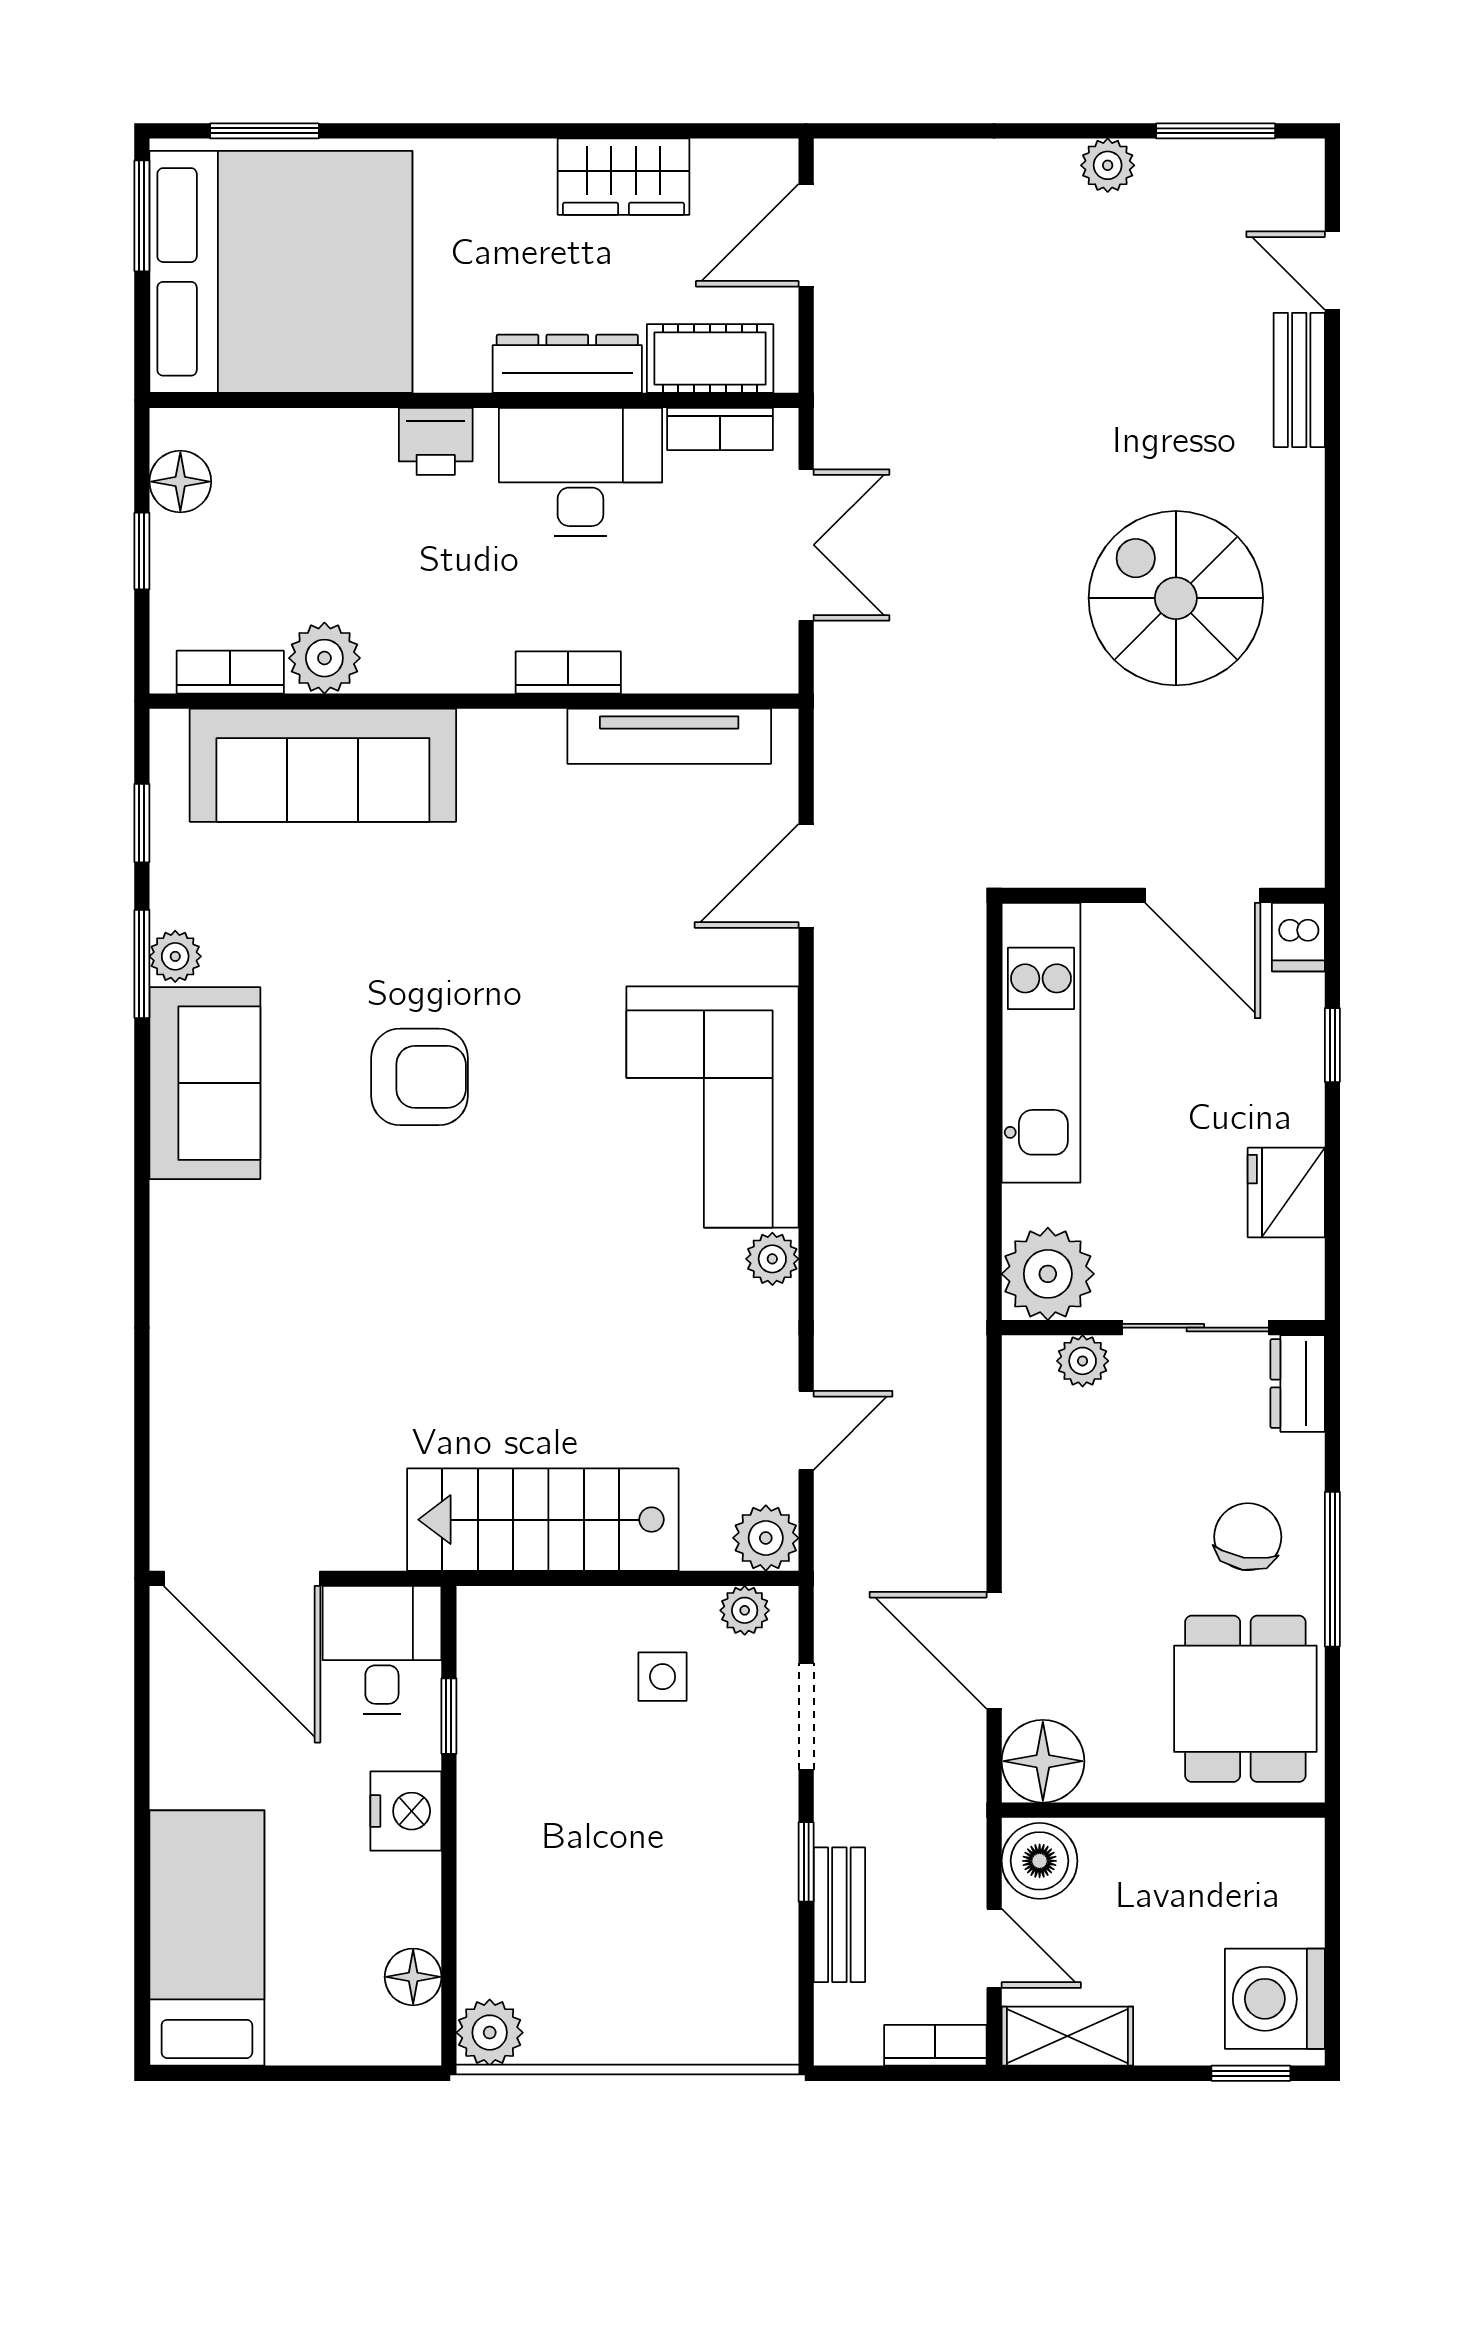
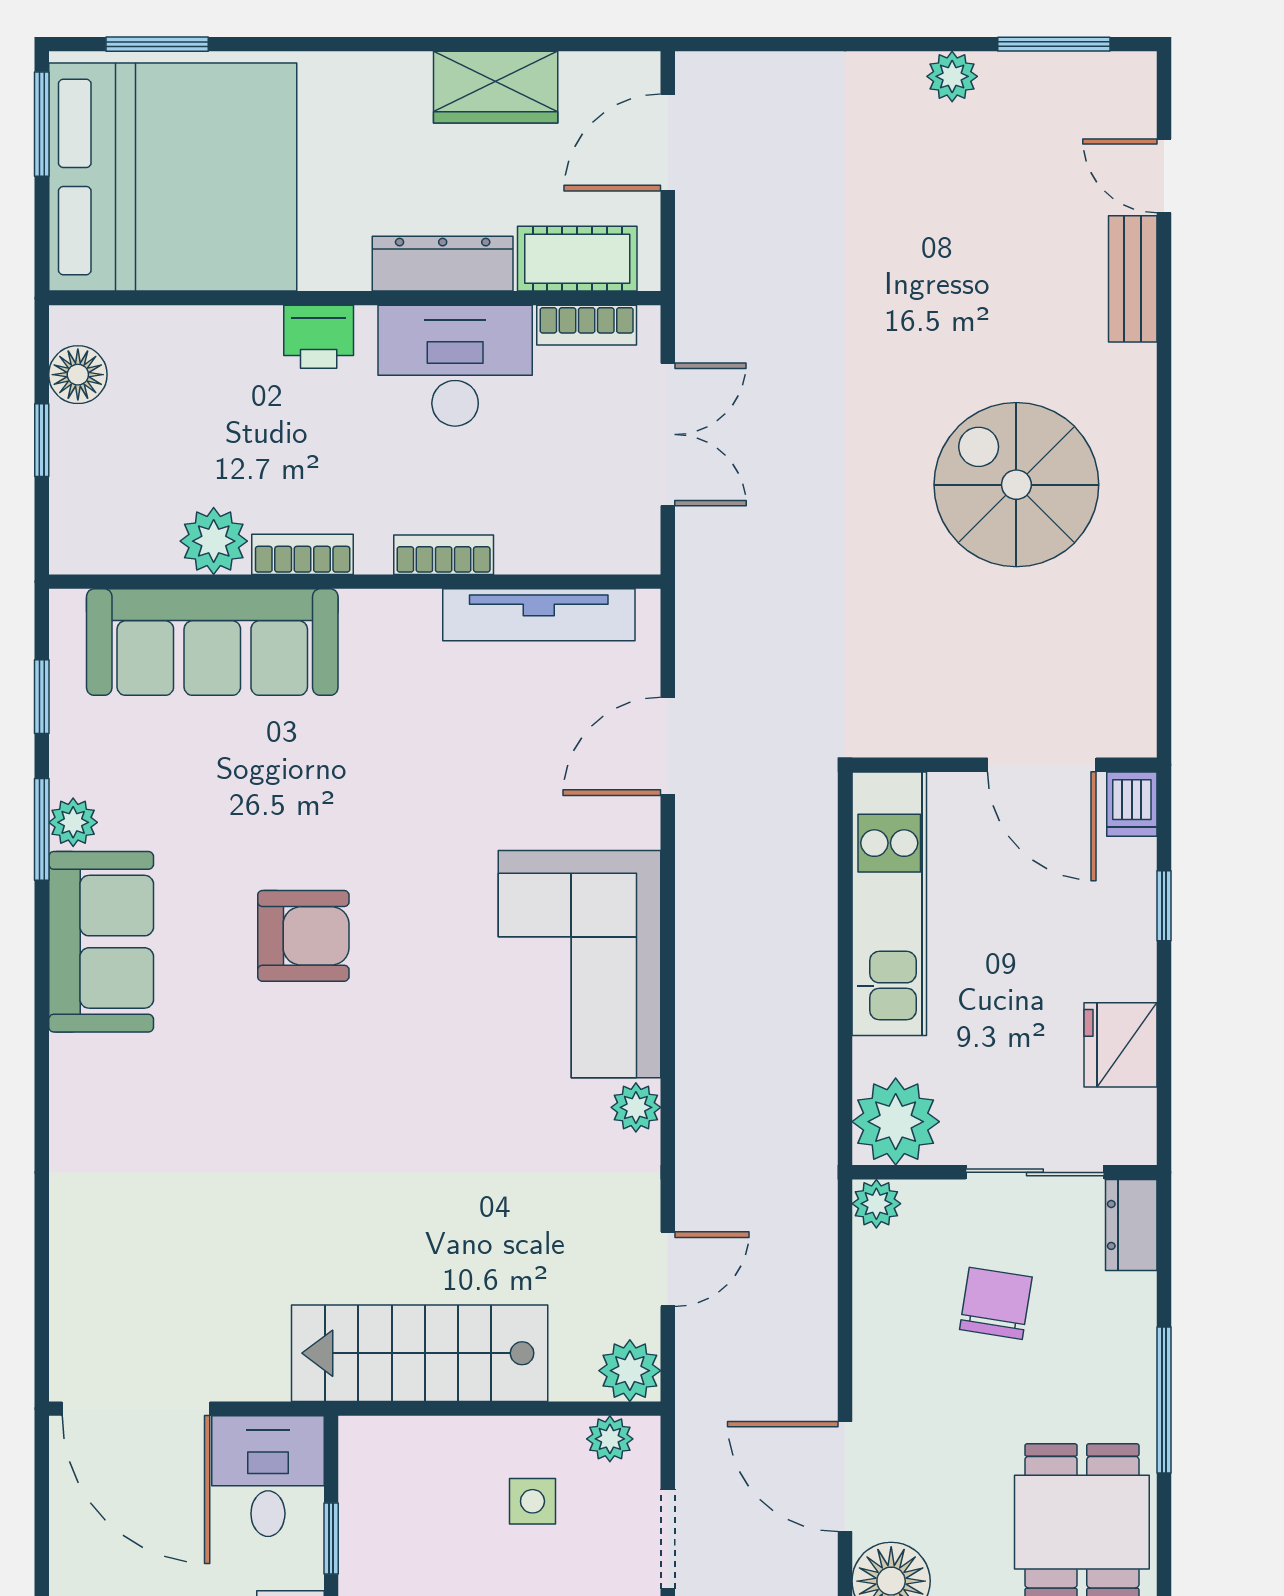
bookcase: (230, 672) -> (303, 554), moved
plant: (1083, 1361) -> (876, 1204), moved
chair: (1248, 1537) -> (996, 1303), moved

